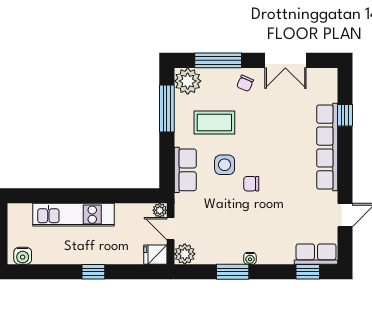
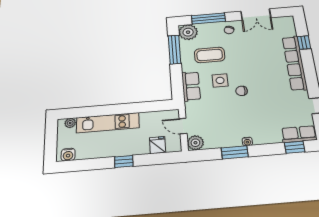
plant: (160, 210) -> (70, 123), moved
fridge: (155, 255) -> (158, 145), moved, turned 90

